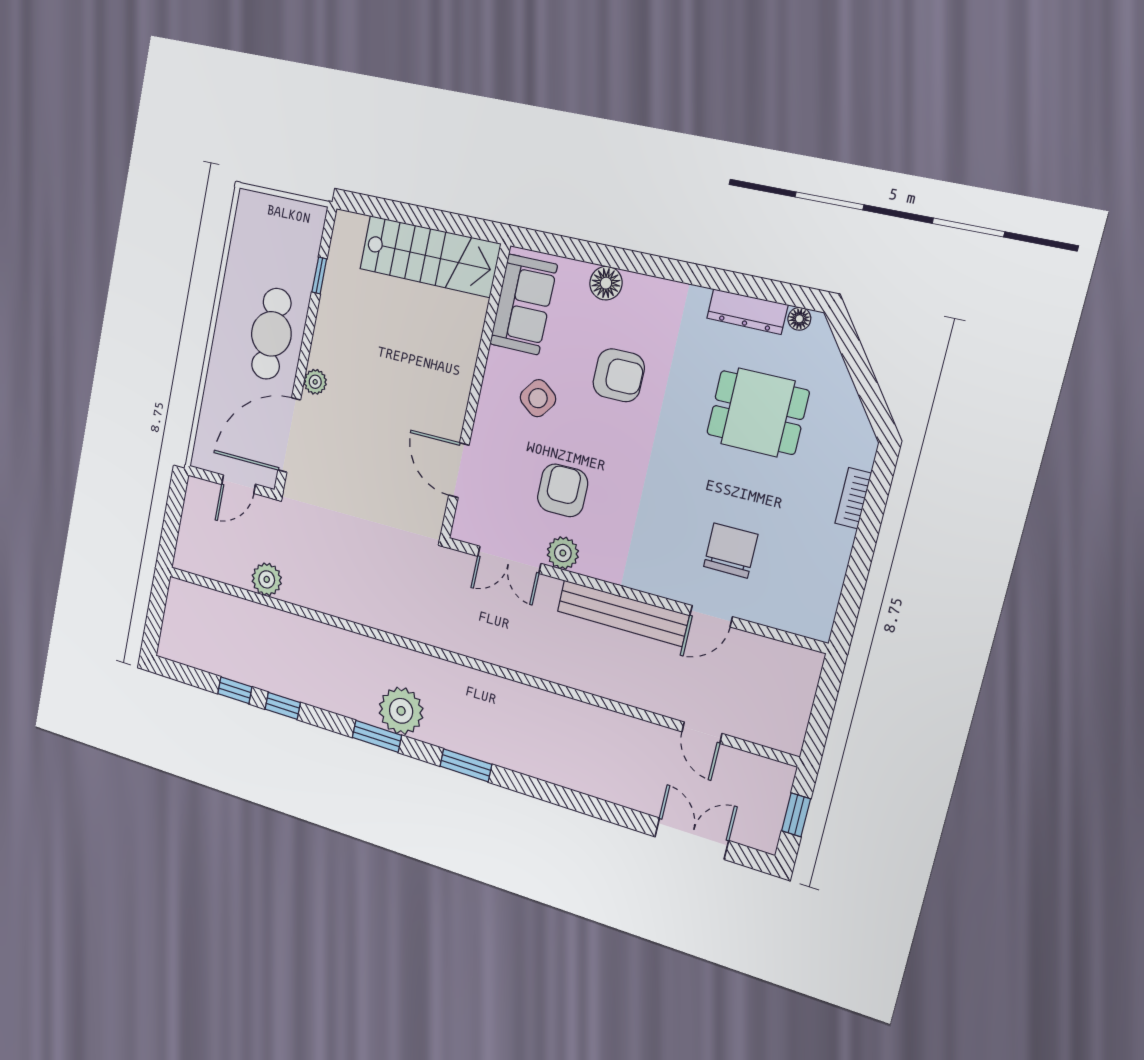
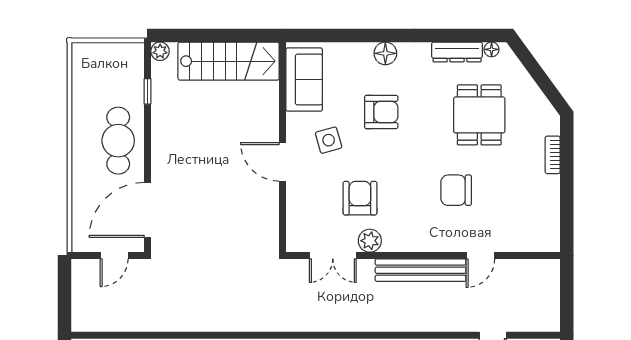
floor lamp: (606, 283) -> (385, 53), moved
plant: (315, 382) -> (160, 51), moved
side table: (538, 398) -> (329, 140), turned 37
dining table: (758, 413) -> (479, 115), turned 90
door: (459, 470) -> (282, 162), moved
chair: (731, 550) -> (456, 190), moved, turned -90
plant: (267, 579) -> (151, 319), removed

